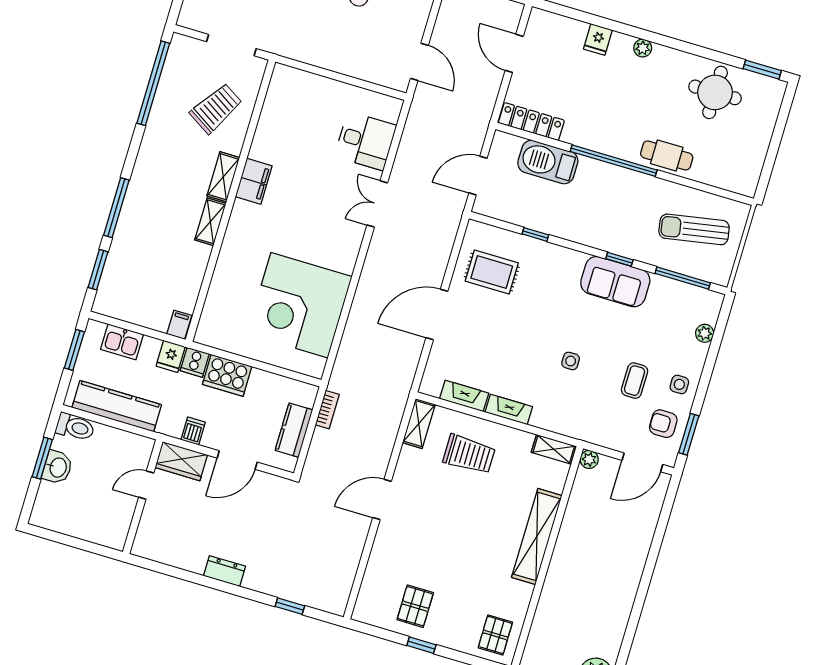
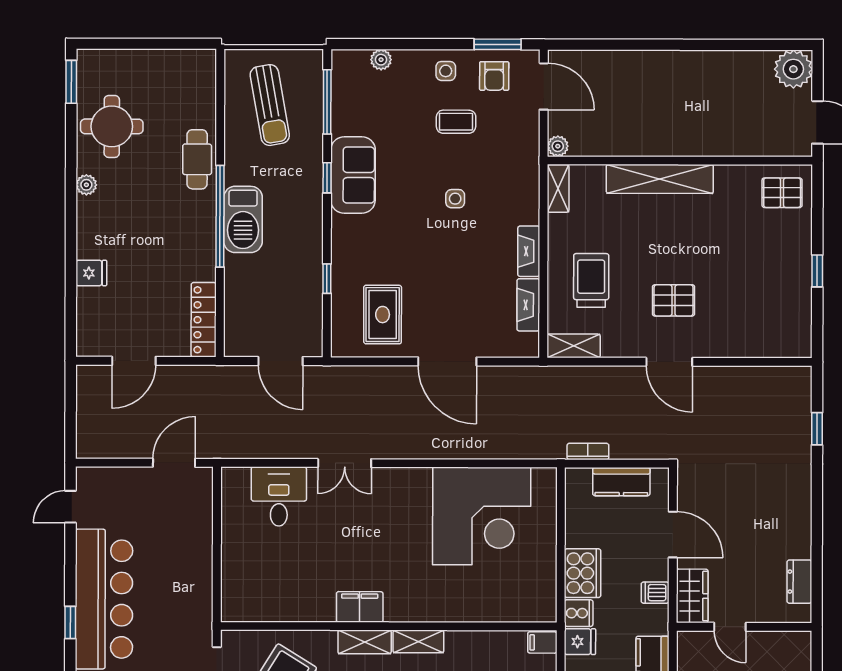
plant: (643, 48) -> (86, 185), moved
barbecue: (548, 162) -> (243, 219), moved
dresser: (225, 571) -> (799, 582), moved
pallet: (415, 606) -> (673, 300), moved

